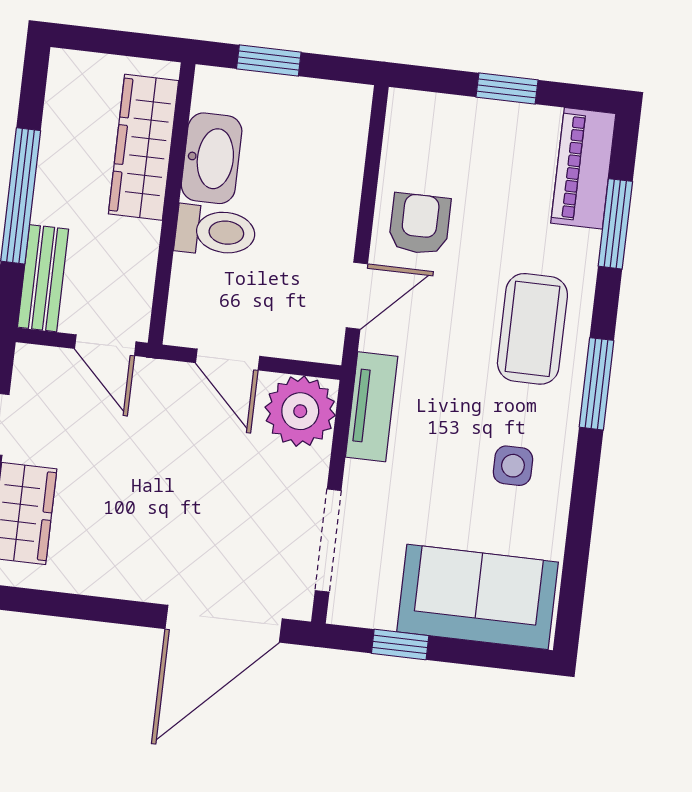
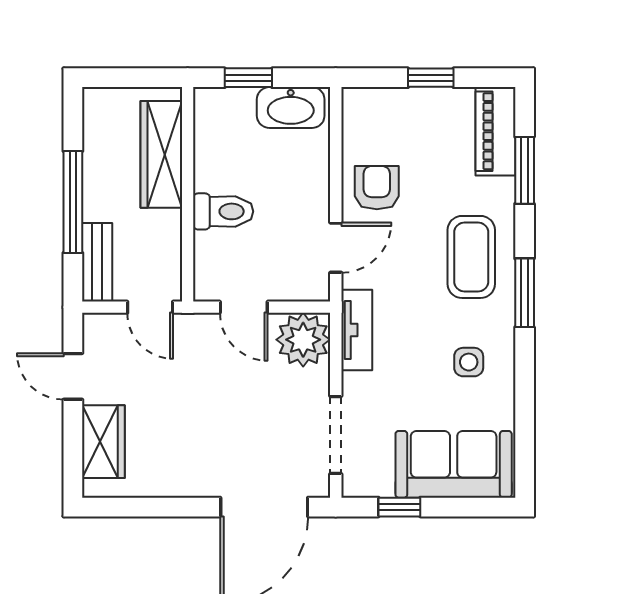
washbasin: (212, 158) -> (291, 108), moved, turned 90

